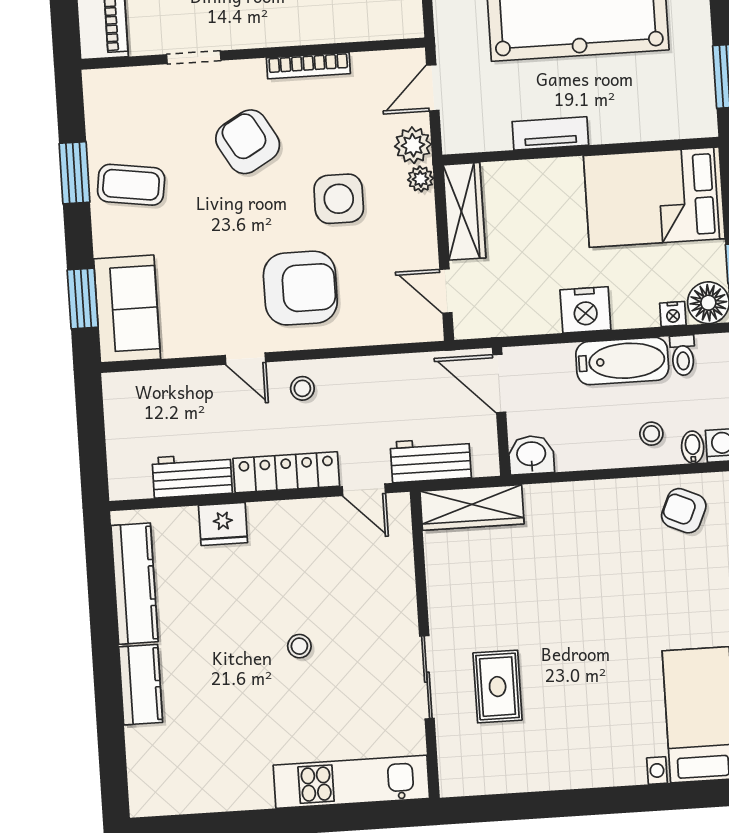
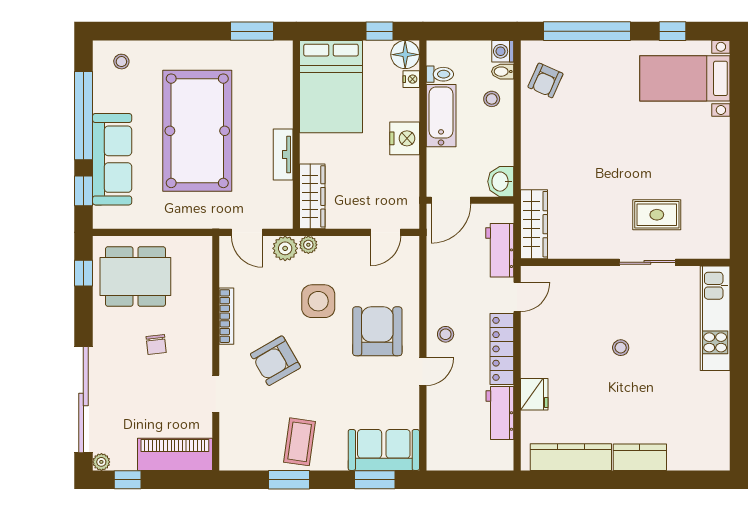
wardrobe: (464, 211) -> (312, 196), moved, turned 90

